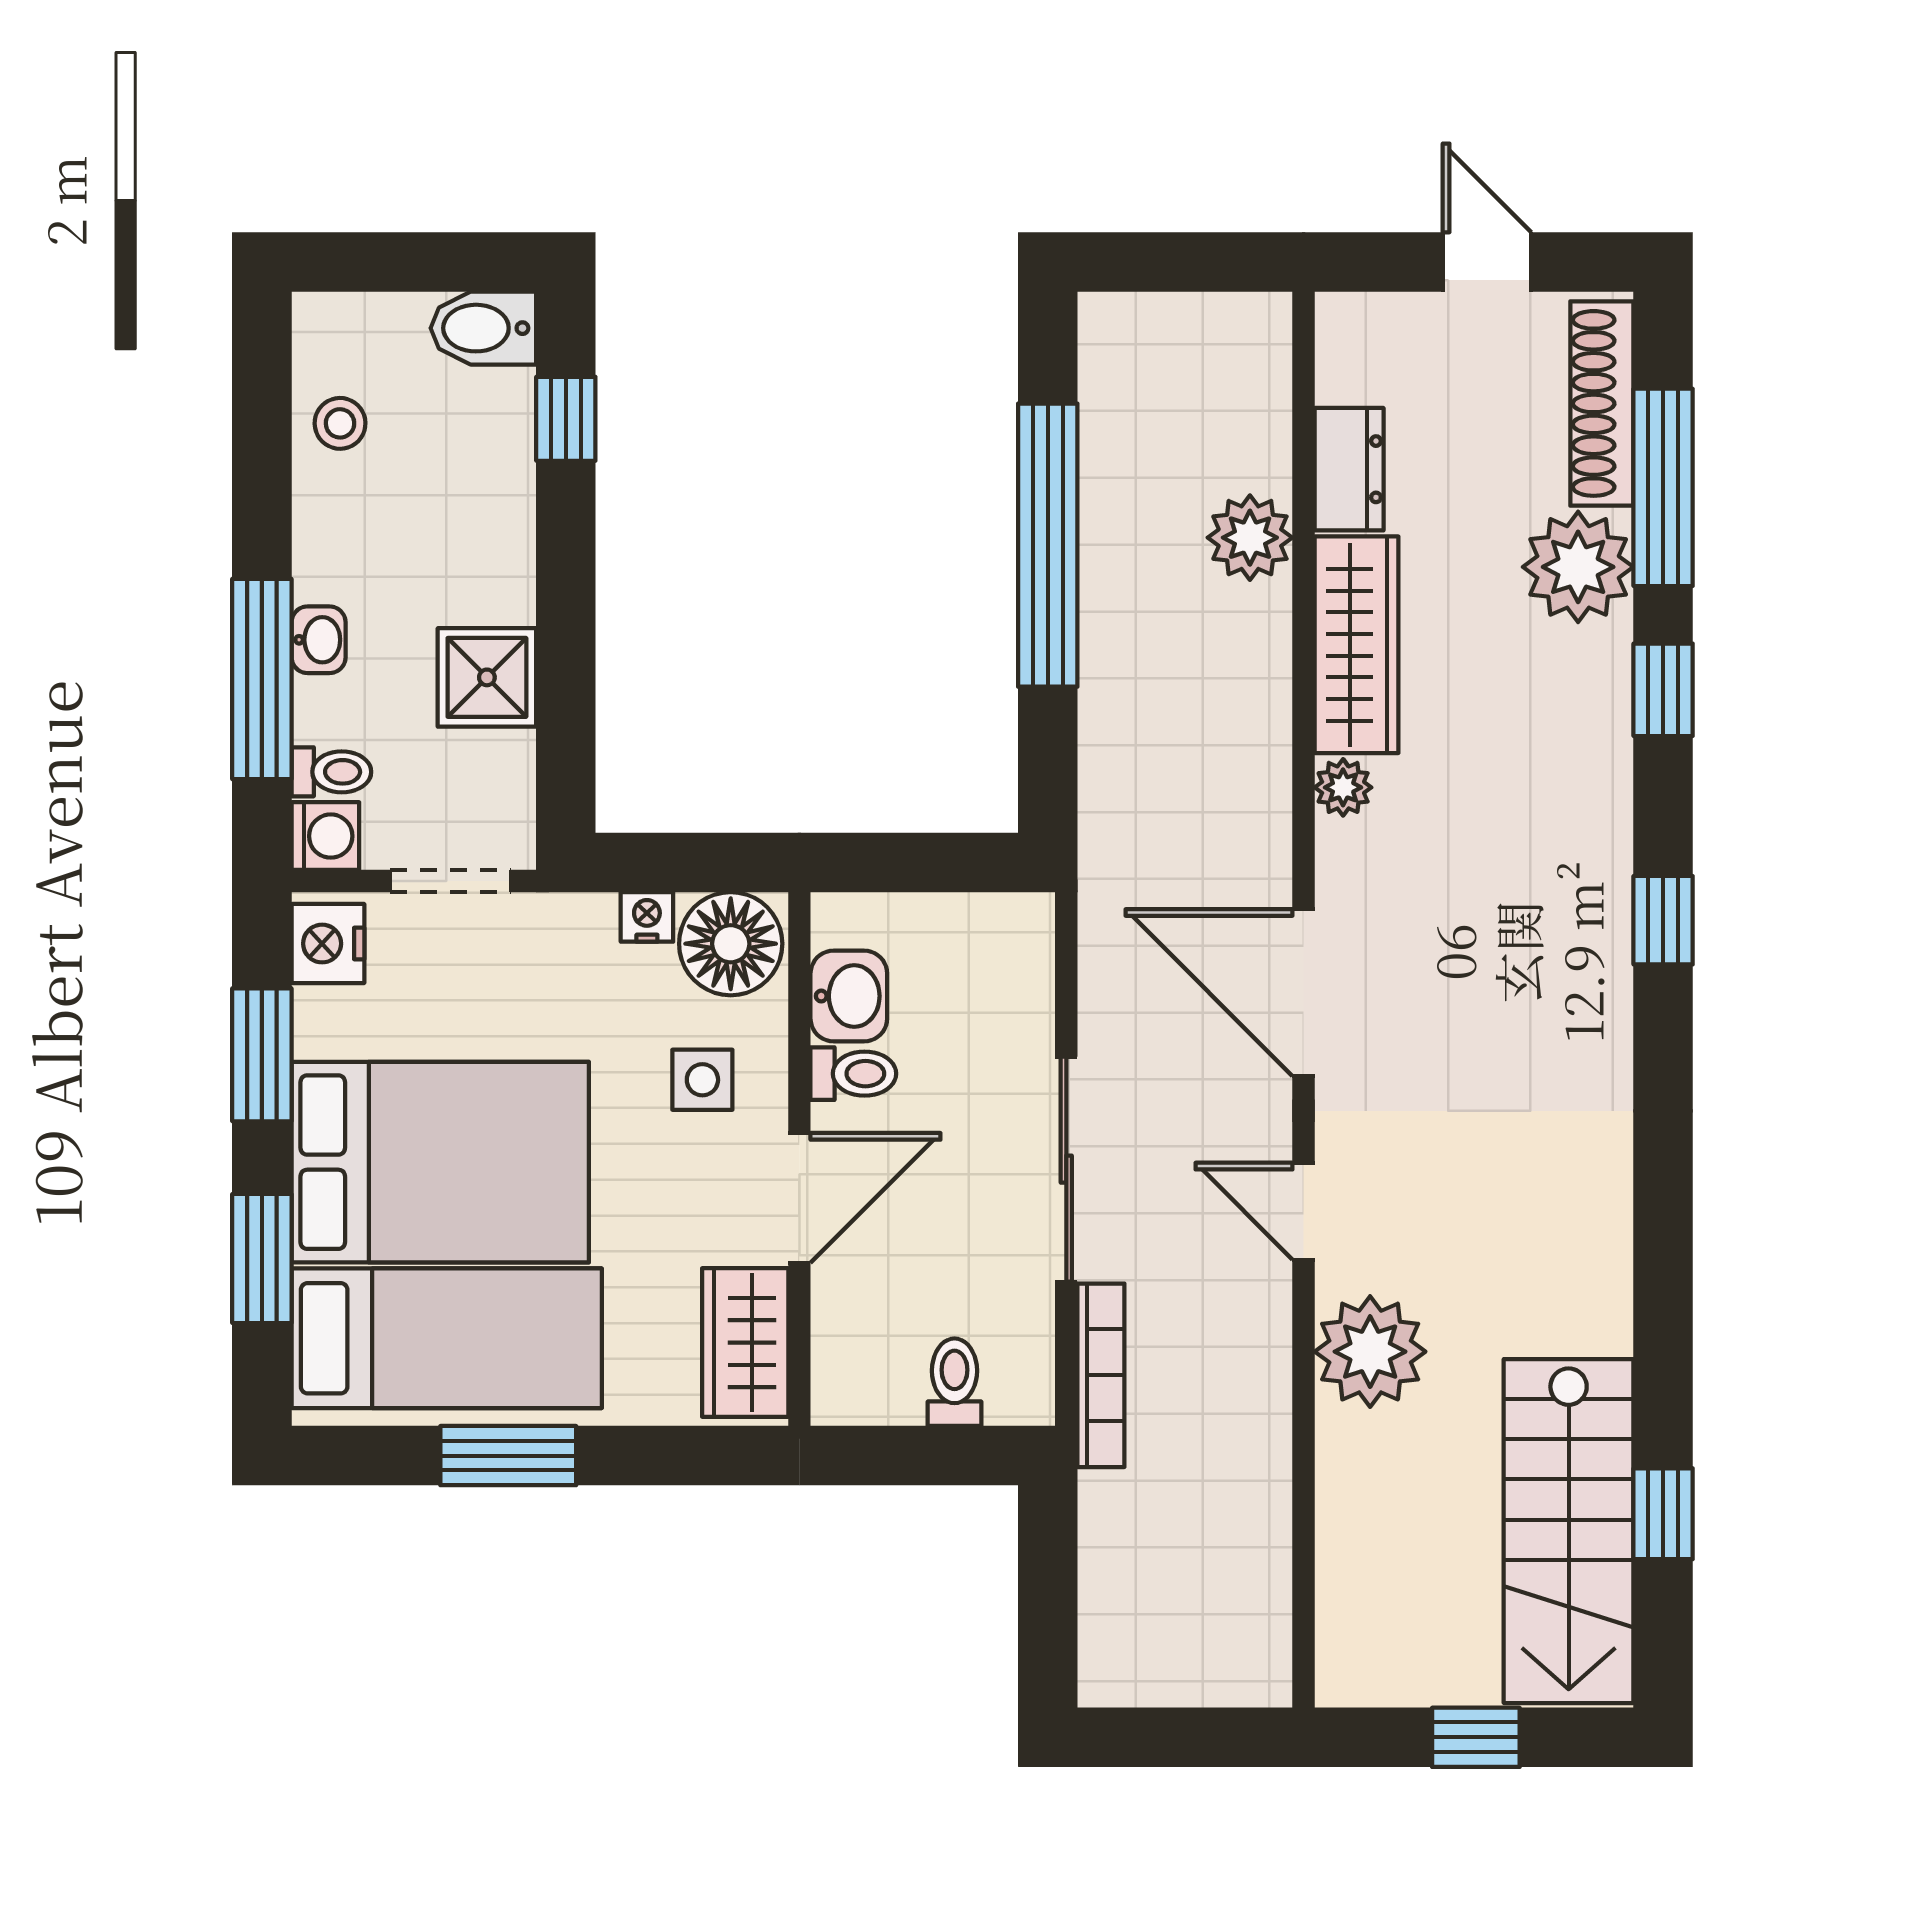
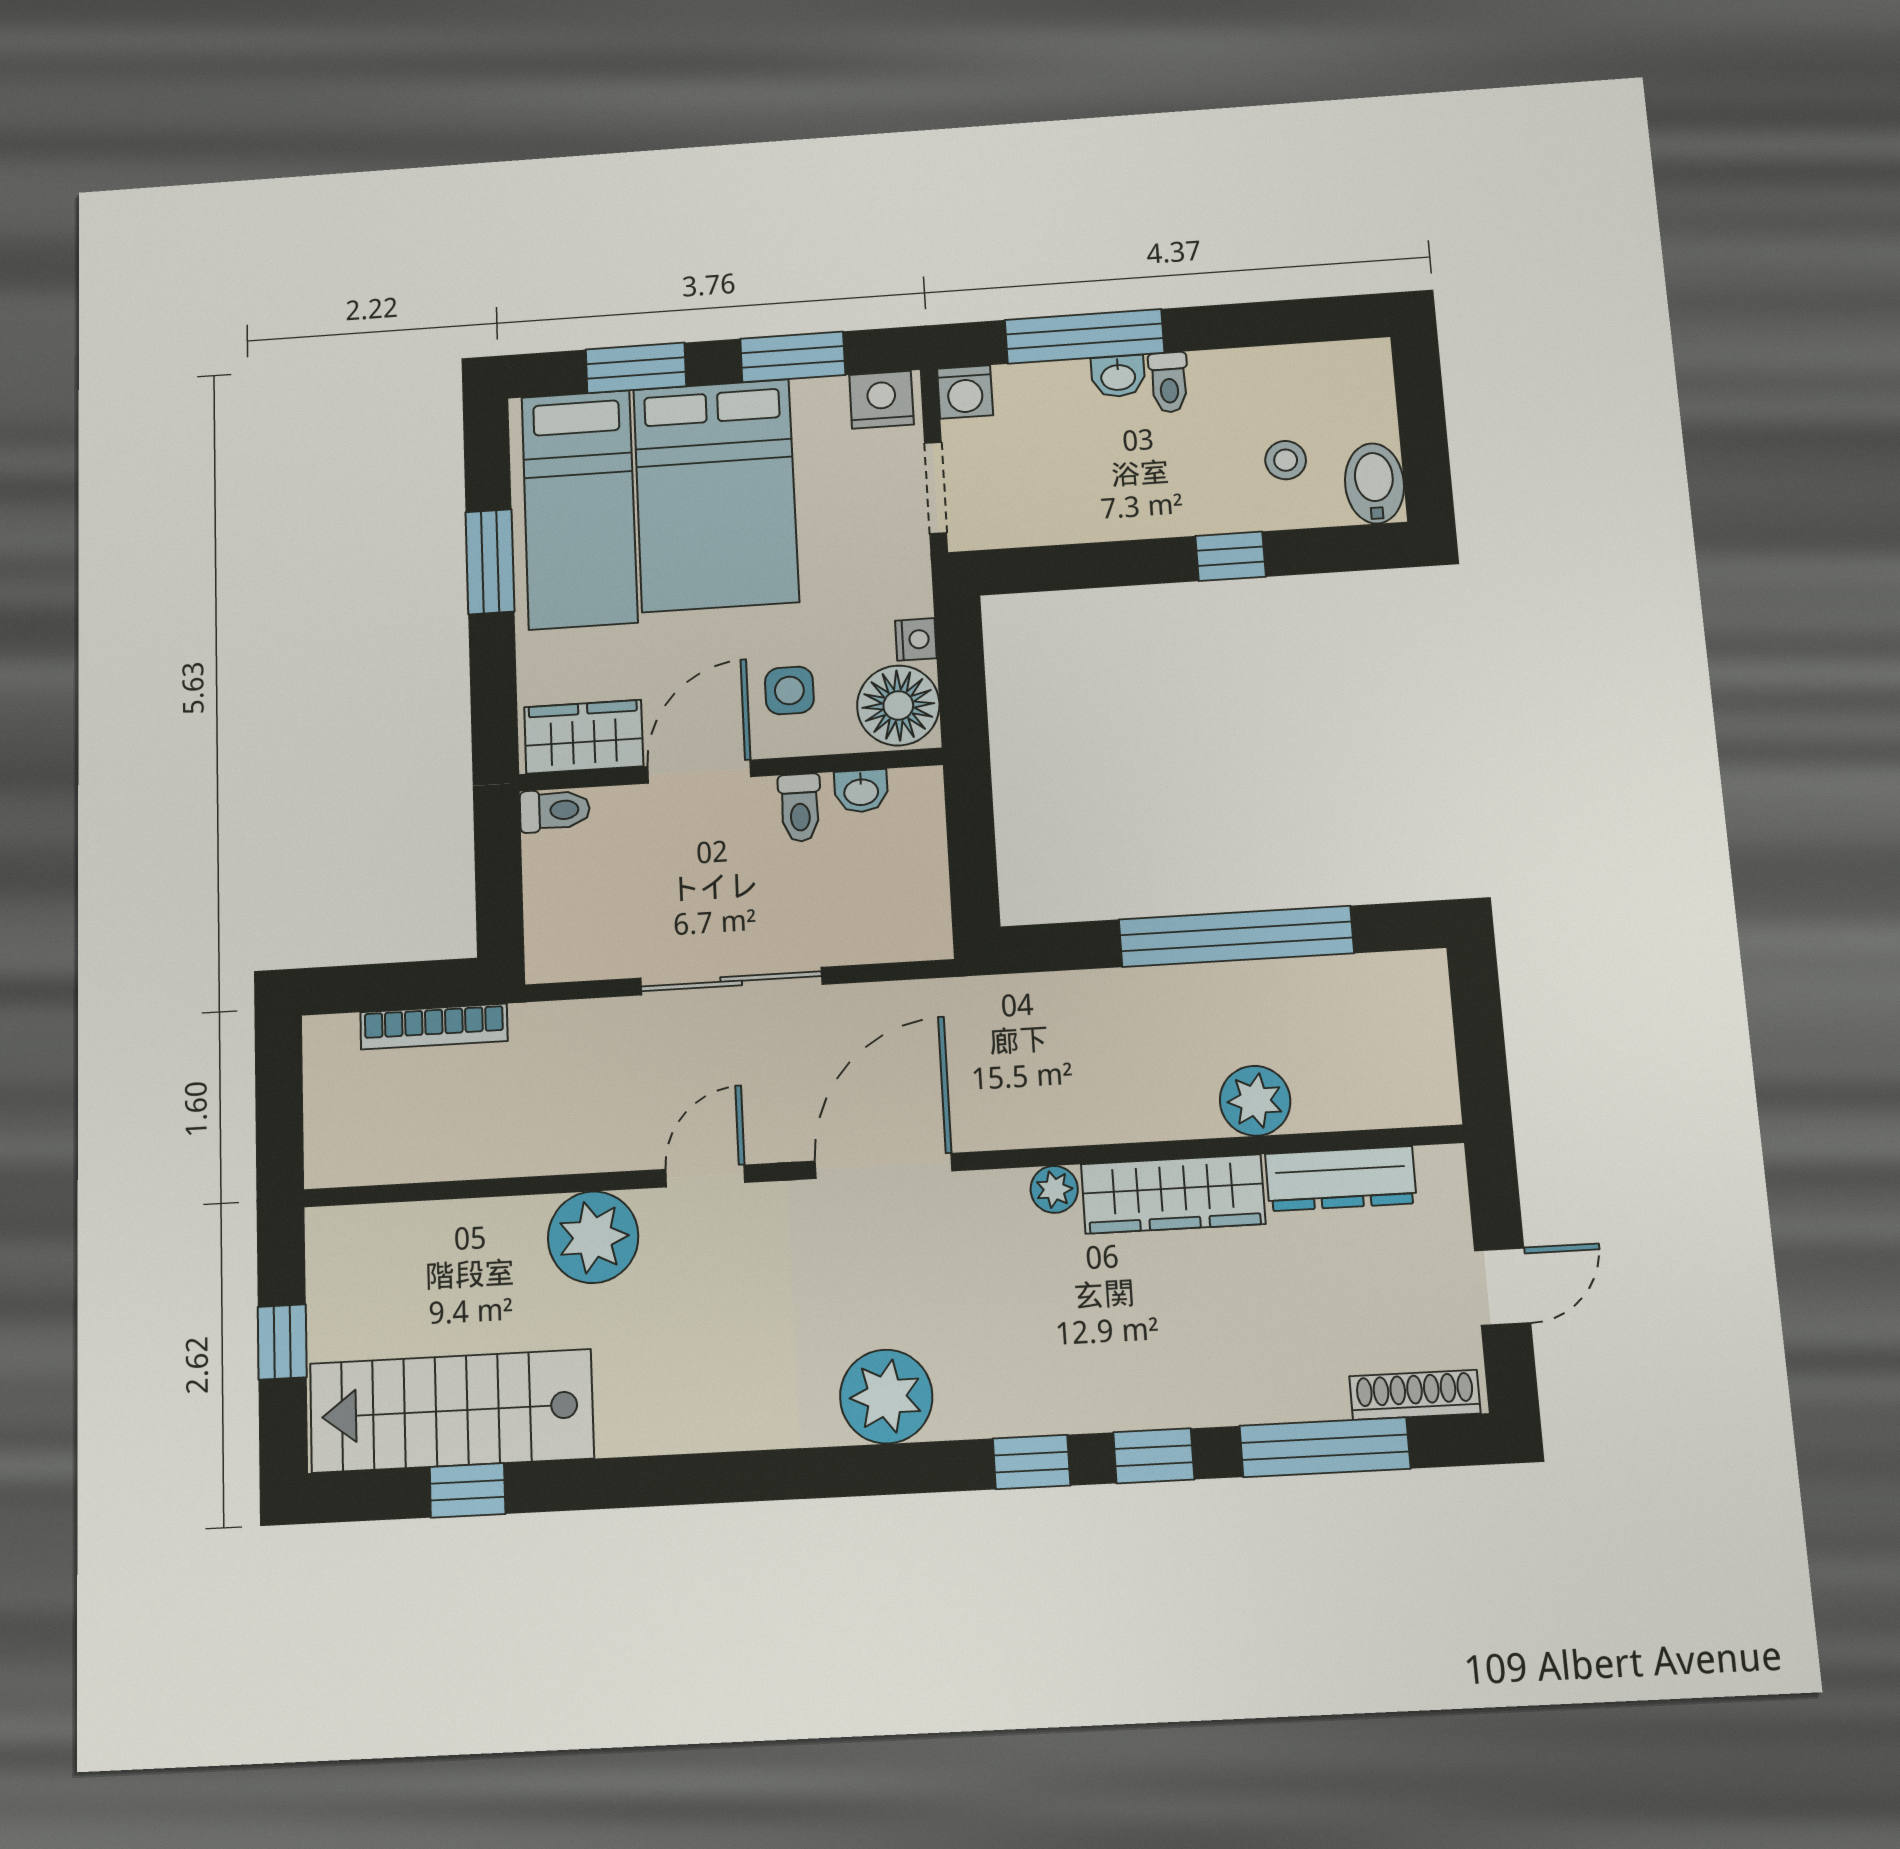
shoe rack: (1602, 403) -> (1415, 1395), width x0.74, depth x0.81
window: (566, 419) -> (1231, 556), moved
stool: (340, 423) -> (1286, 460), moved
dresser: (1349, 469) -> (1341, 1179), width x1.44
plant: (1578, 567) -> (886, 1396), moved
shower: (487, 677) -> (1097, 505), removed
toilet: (331, 772) -> (1169, 382), moved
window: (1663, 920) -> (1031, 1462), moved
washbasin: (849, 996) -> (861, 791), width x0.72, depth x0.69
door: (799, 1198) -> (699, 772), swing flipped
bookcase: (1101, 1375) -> (434, 1027), moved
toilet: (954, 1382) -> (555, 810), moved

